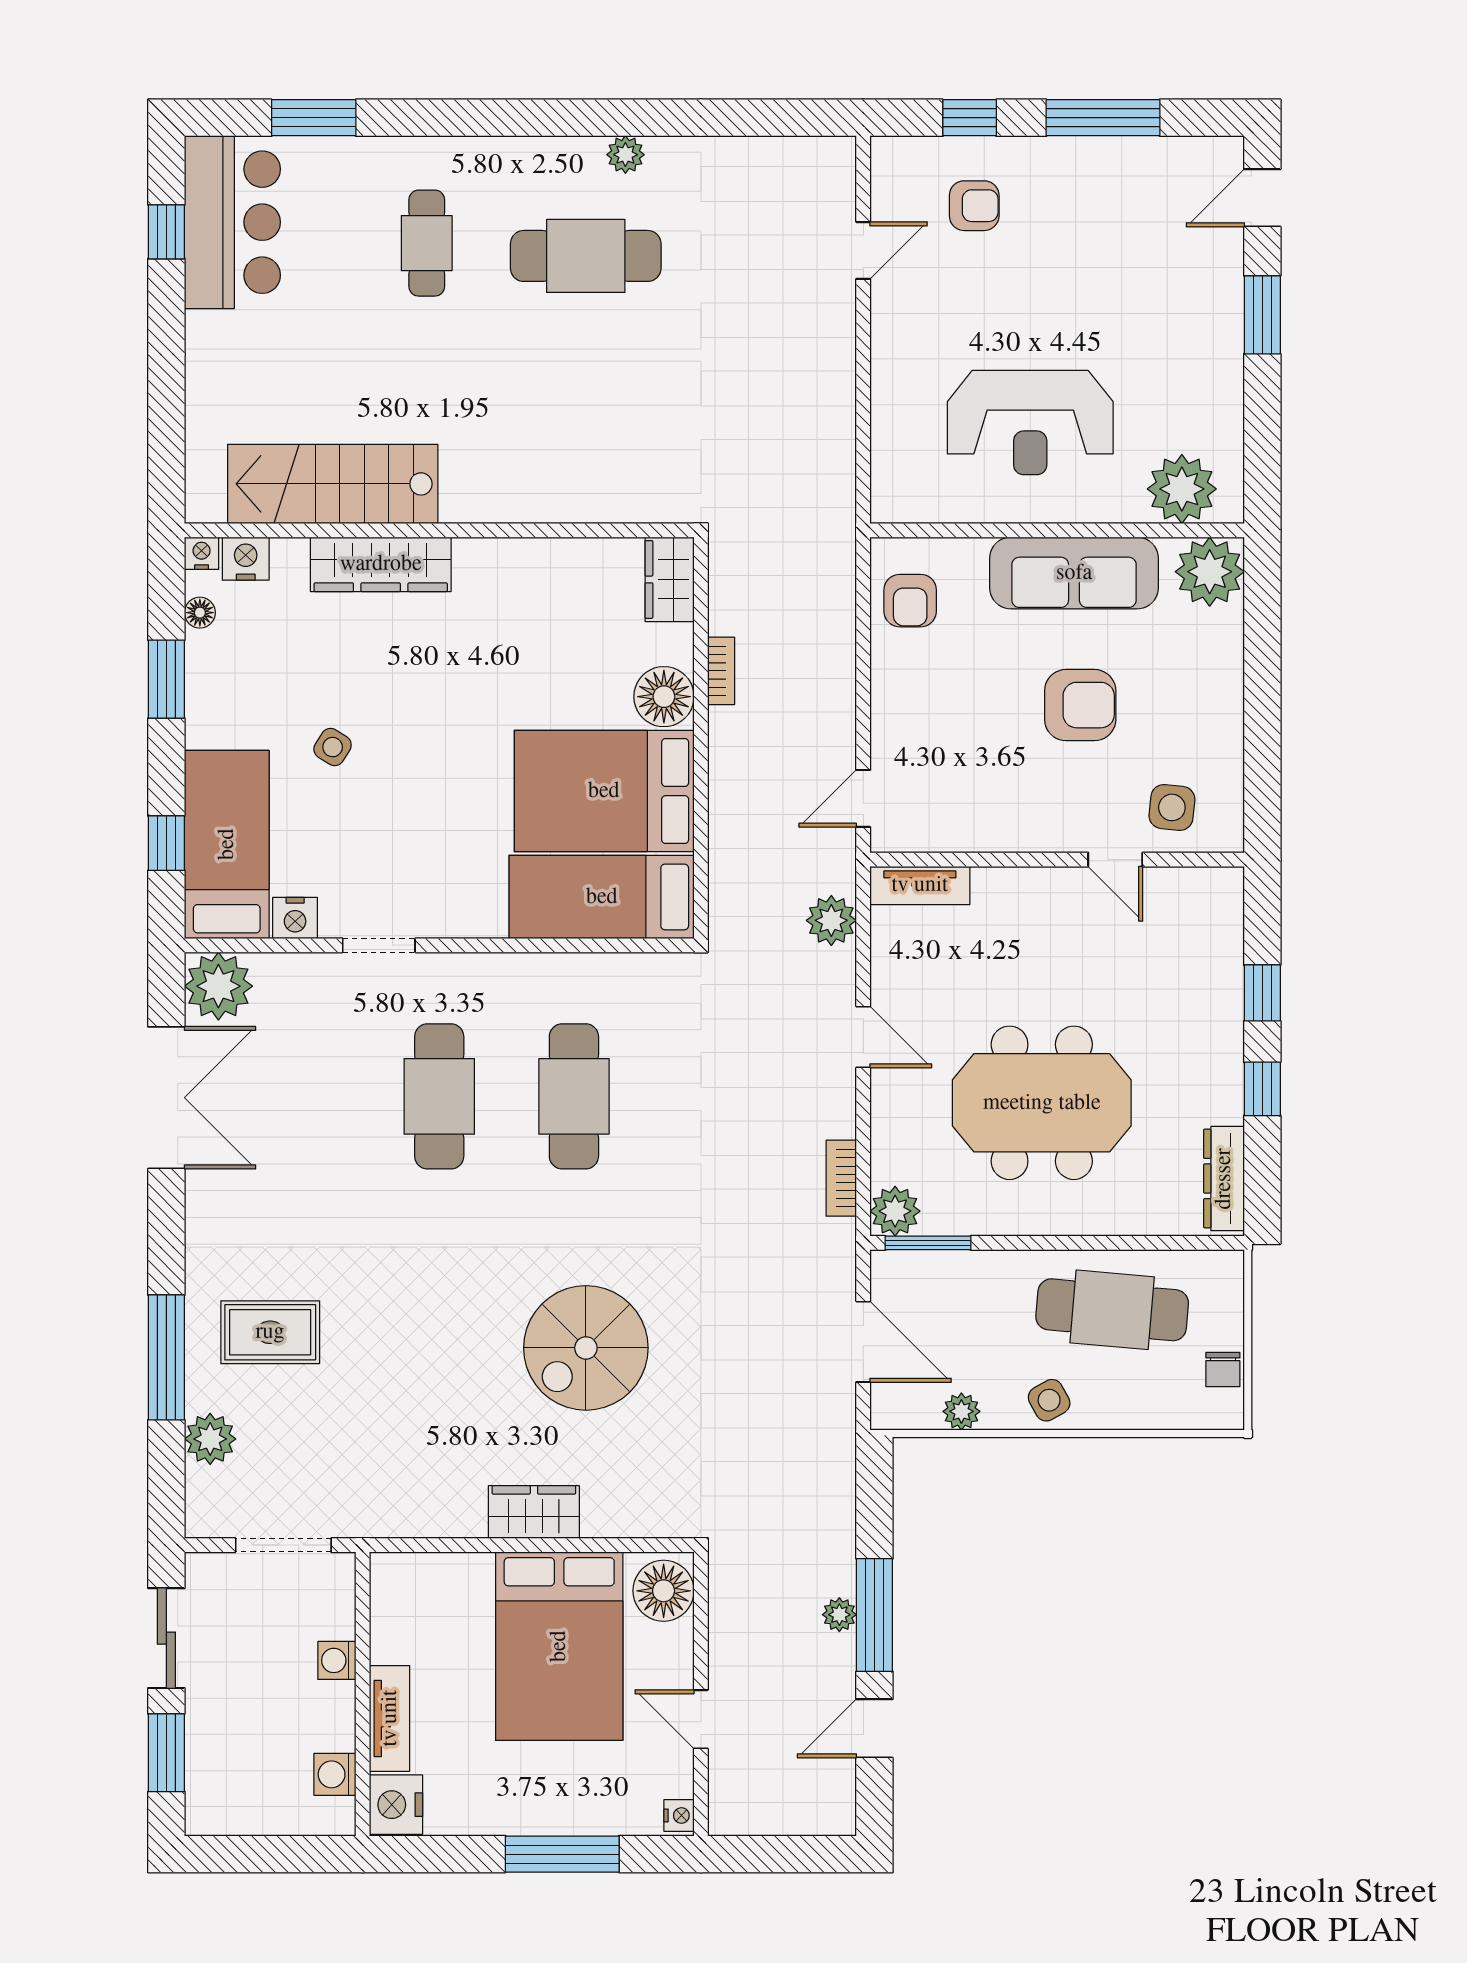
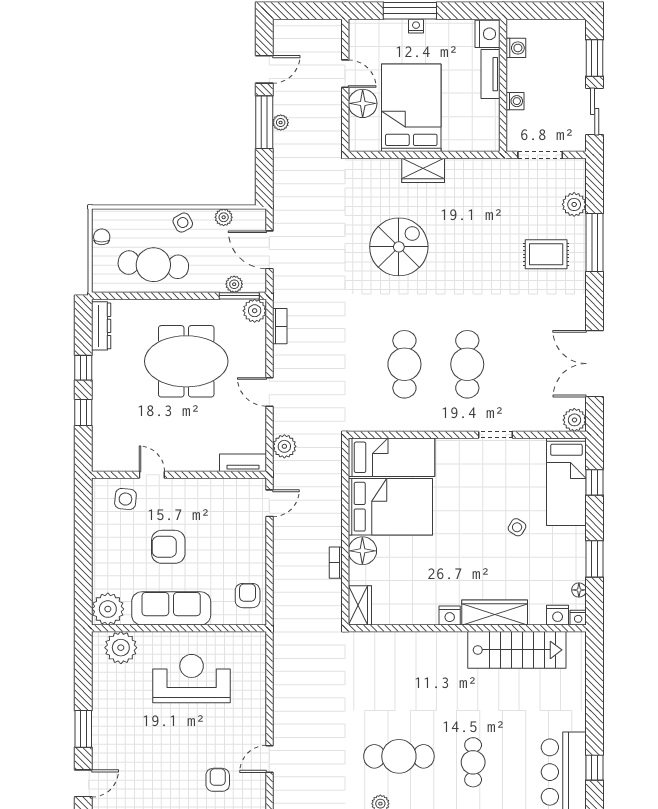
armchair: (974, 206) -> (218, 780), turned 90
nightstand: (295, 918) -> (450, 616), moved, turned 180
plant: (218, 986) -> (574, 420), width x0.73, depth x0.73
plant: (939, 1268) -> (234, 284), added
floor lamp: (664, 1591) -> (363, 103), moved
nightstand: (679, 1815) -> (416, 26), moved, turned 90

